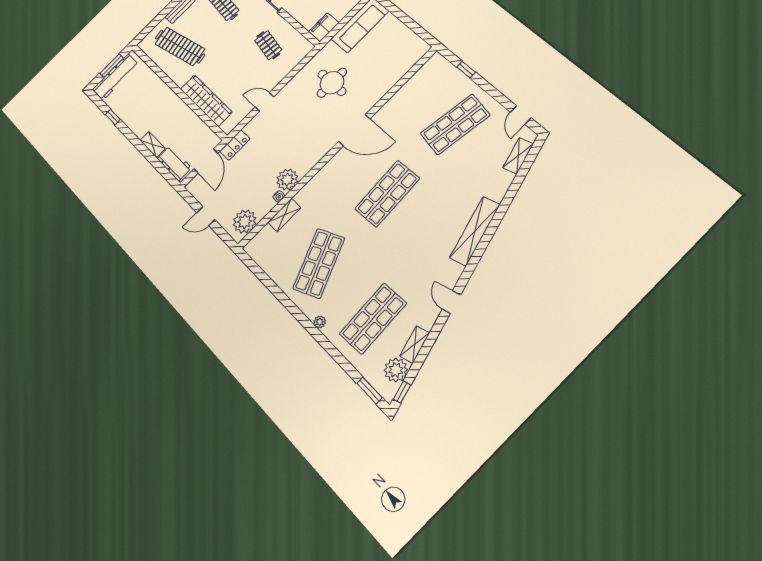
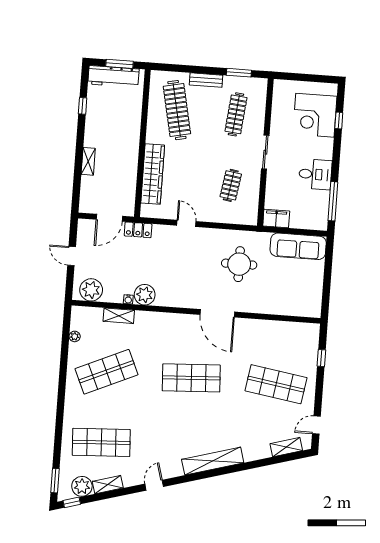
workbench: (174, 163) -> (89, 193), removed
plant: (320, 322) -> (75, 336), moved

